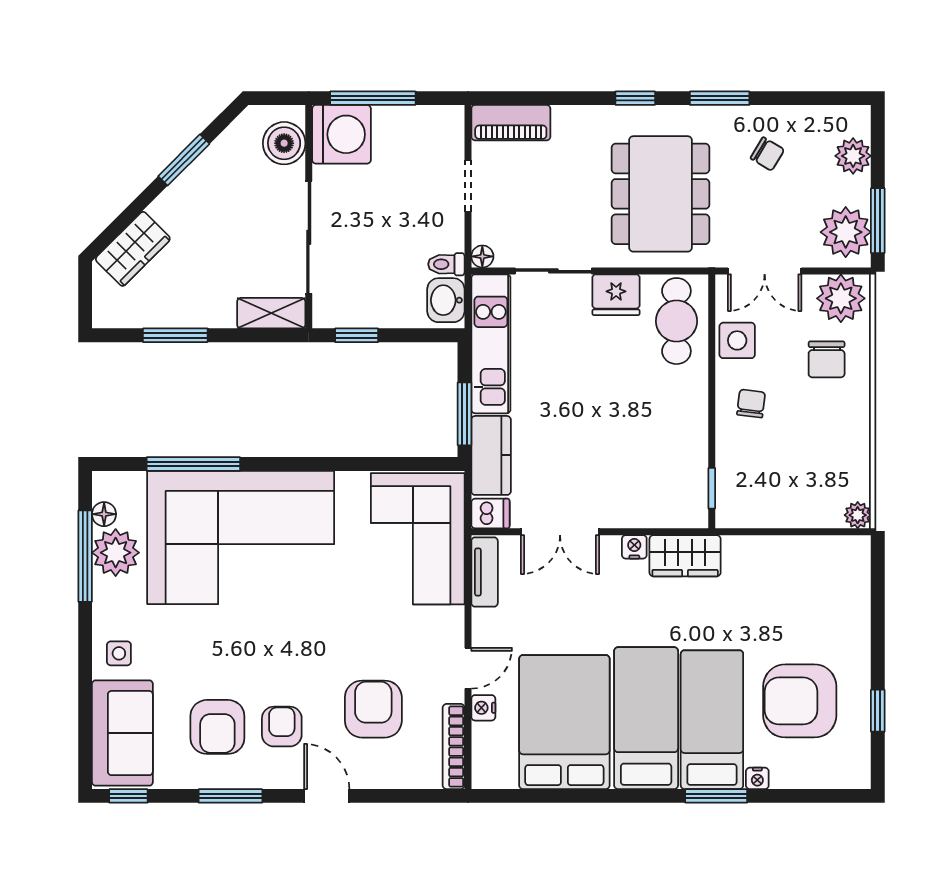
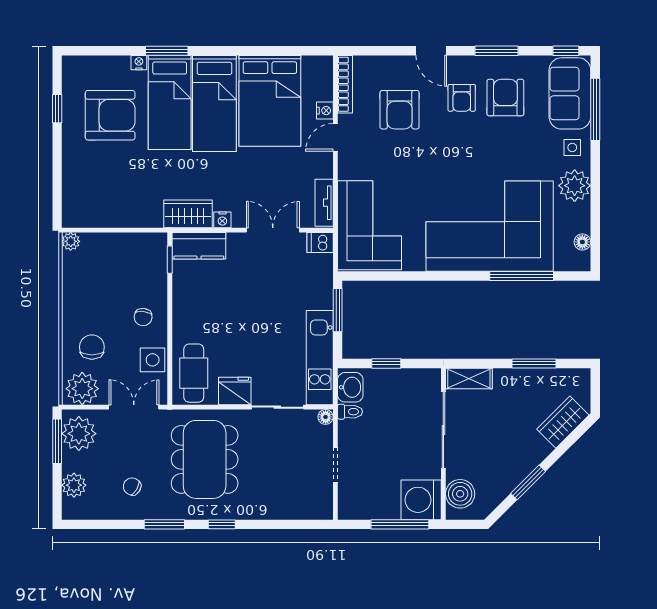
piano: (511, 123) -> (306, 508), removed
window: (357, 335) -> (386, 363), moved
kitchen counter: (491, 455) -> (199, 246), moved, turned -90
plant: (116, 553) -> (575, 186), moved
window: (85, 556) -> (595, 109), moved

